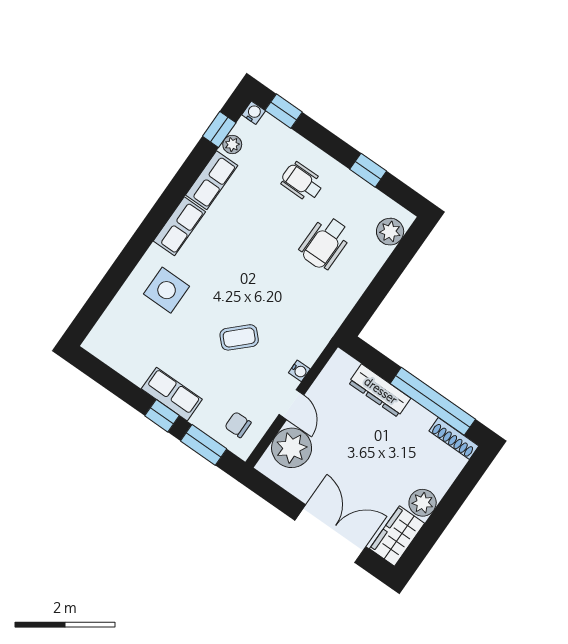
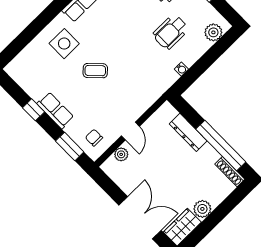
coffee table: (239, 337) -> (95, 71), moved
water cooler: (299, 371) -> (181, 69), moved
window: (162, 416) -> (34, 110), moved
plant: (292, 448) -> (121, 154), width x0.53, depth x0.53

